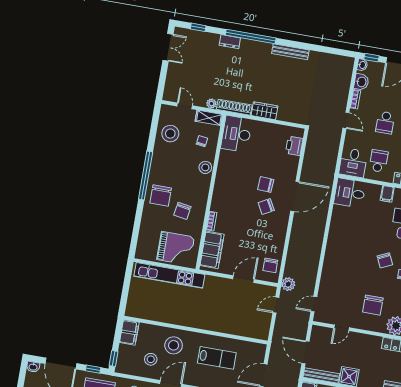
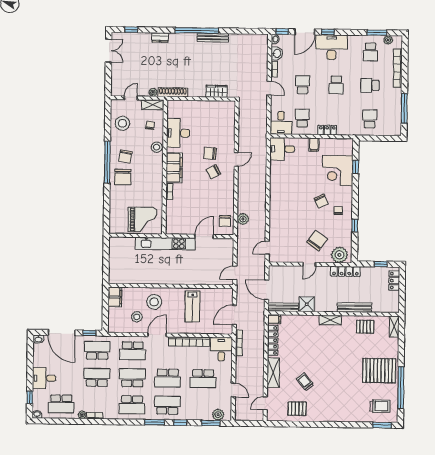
window: (251, 36) -> (197, 30), moved
door: (185, 106) -> (131, 98), hinge flipped
wardrobe: (265, 111) -> (216, 91), moved
school desk: (385, 123) -> (303, 85), turned 180
desk: (236, 134) -> (178, 133), moved
printer: (294, 146) -> (229, 117), removed
door: (295, 196) -> (236, 159), width x0.53
chair: (182, 211) -> (125, 156), moved
filing cabinet: (212, 250) -> (174, 168), moved
kitchen unit: (169, 275) -> (165, 244), moved
plant: (288, 284) -> (243, 219), moved
door: (276, 305) -> (235, 273), moved
chair: (373, 305) -> (317, 241), turned -144
door: (342, 328) -> (309, 264), moved
lab bench: (217, 358) -> (192, 306), turned 90
window: (114, 359) -> (105, 321), removed

